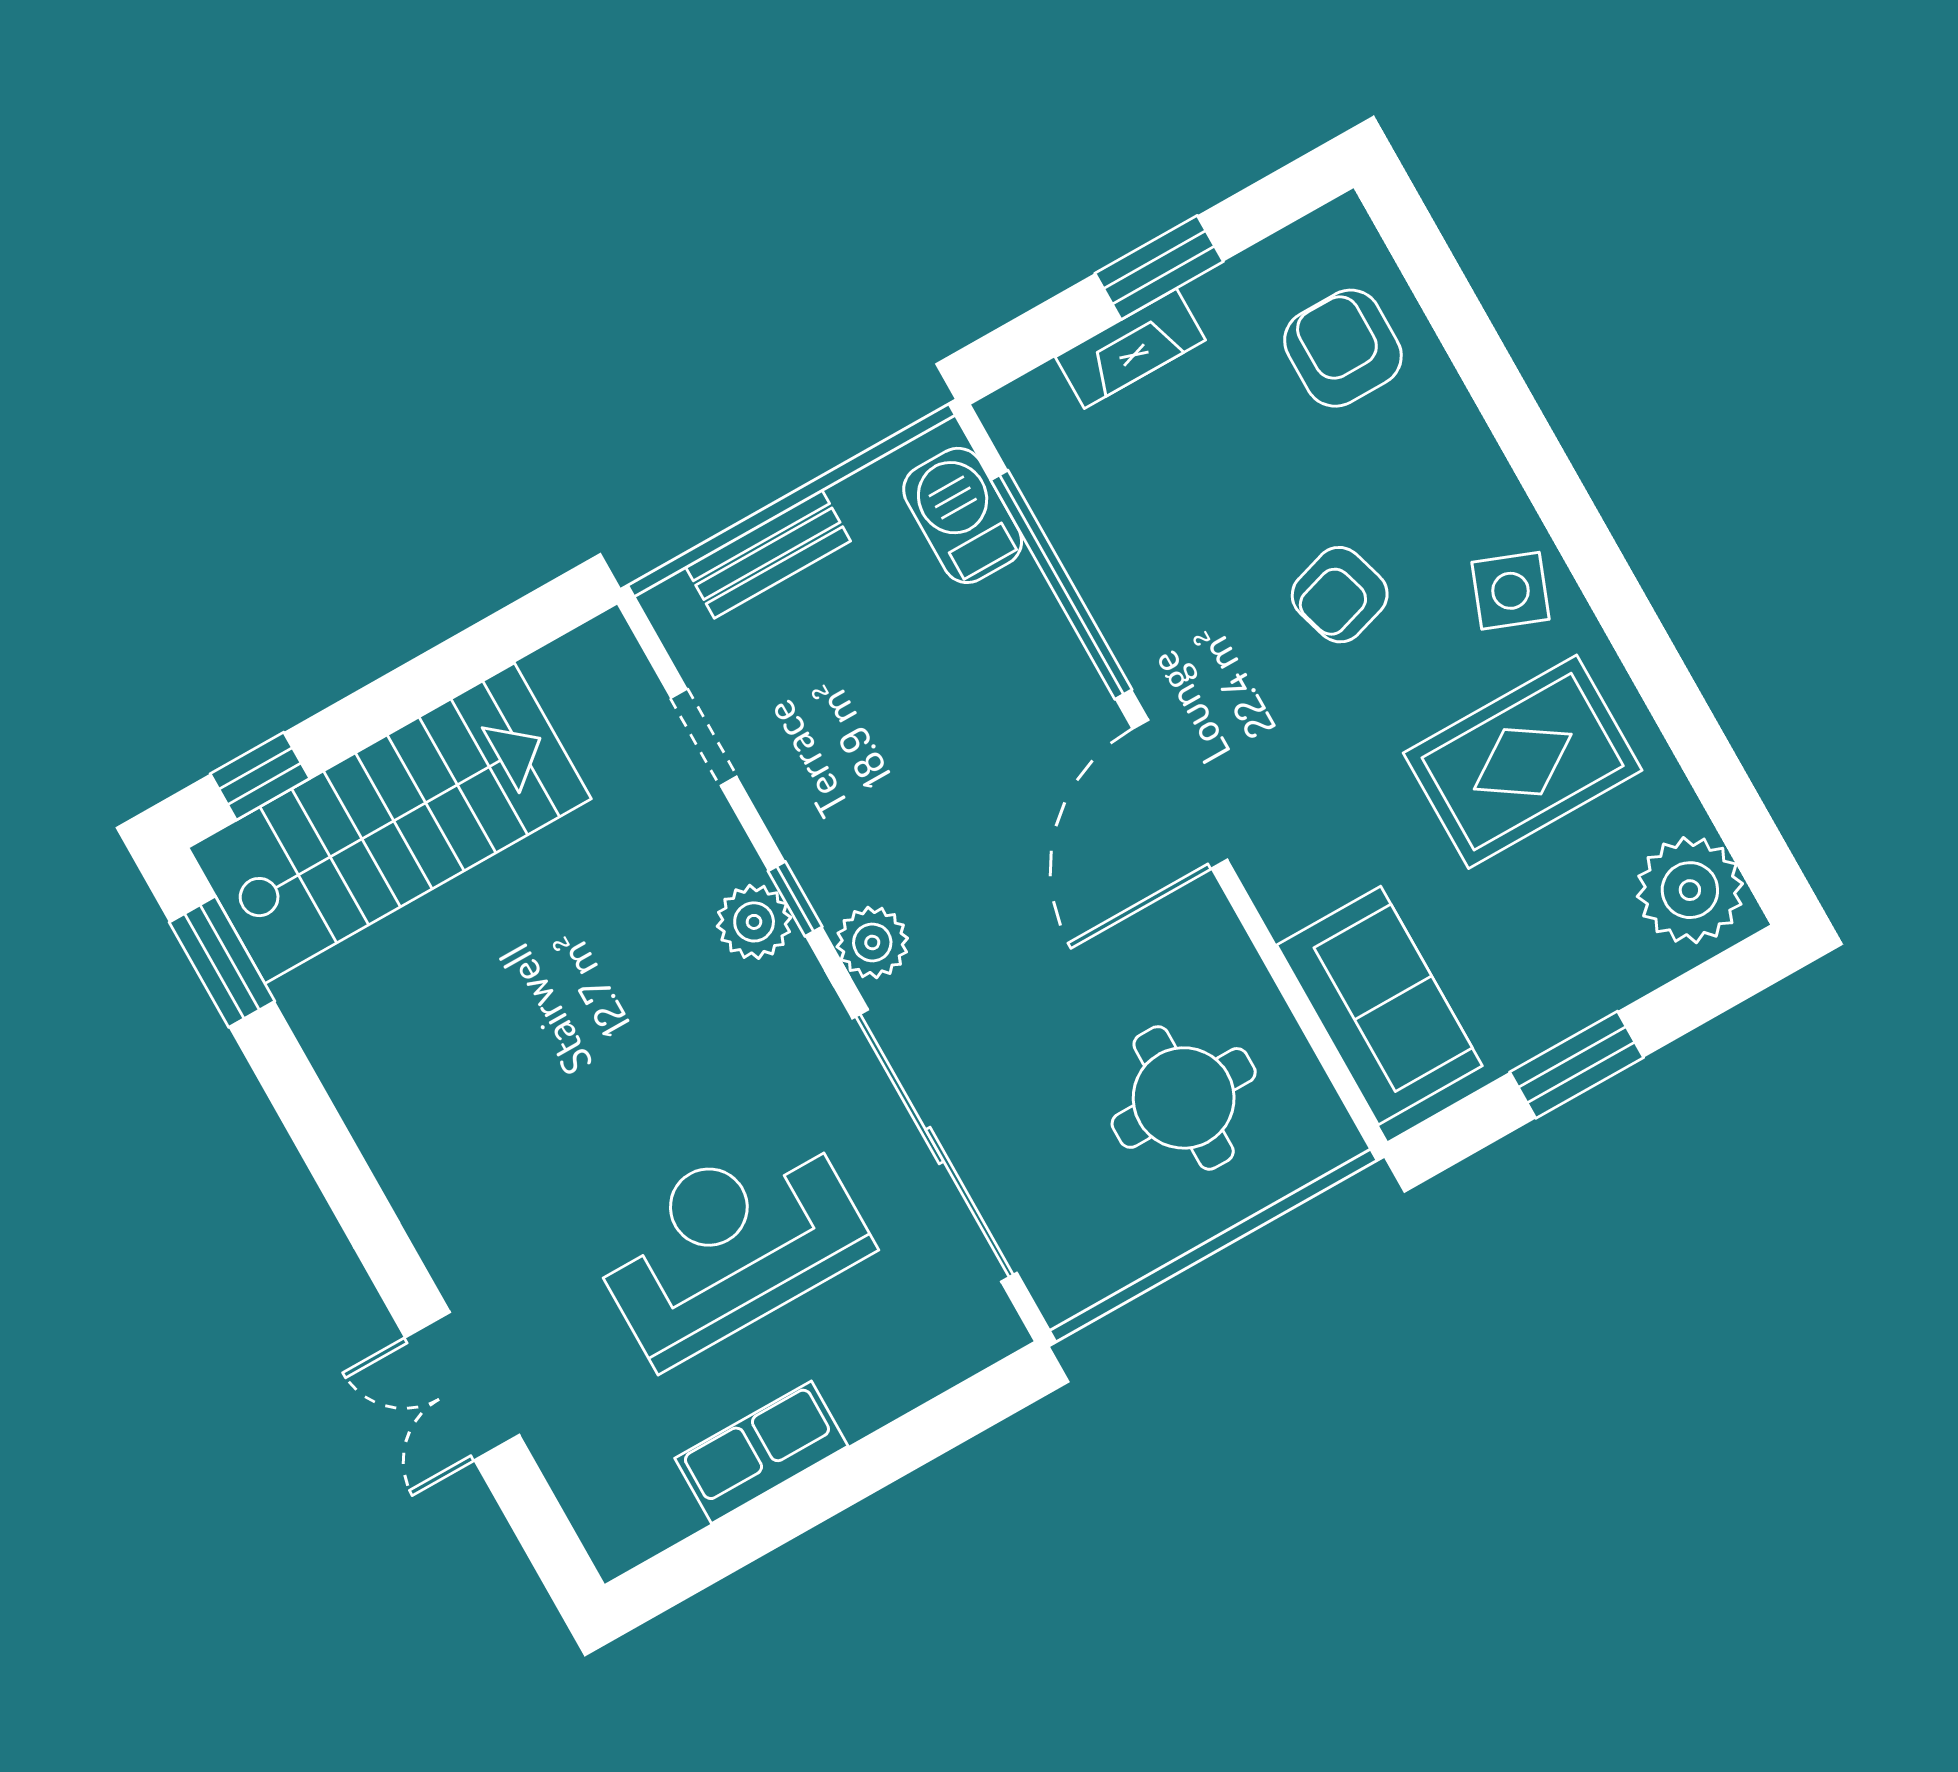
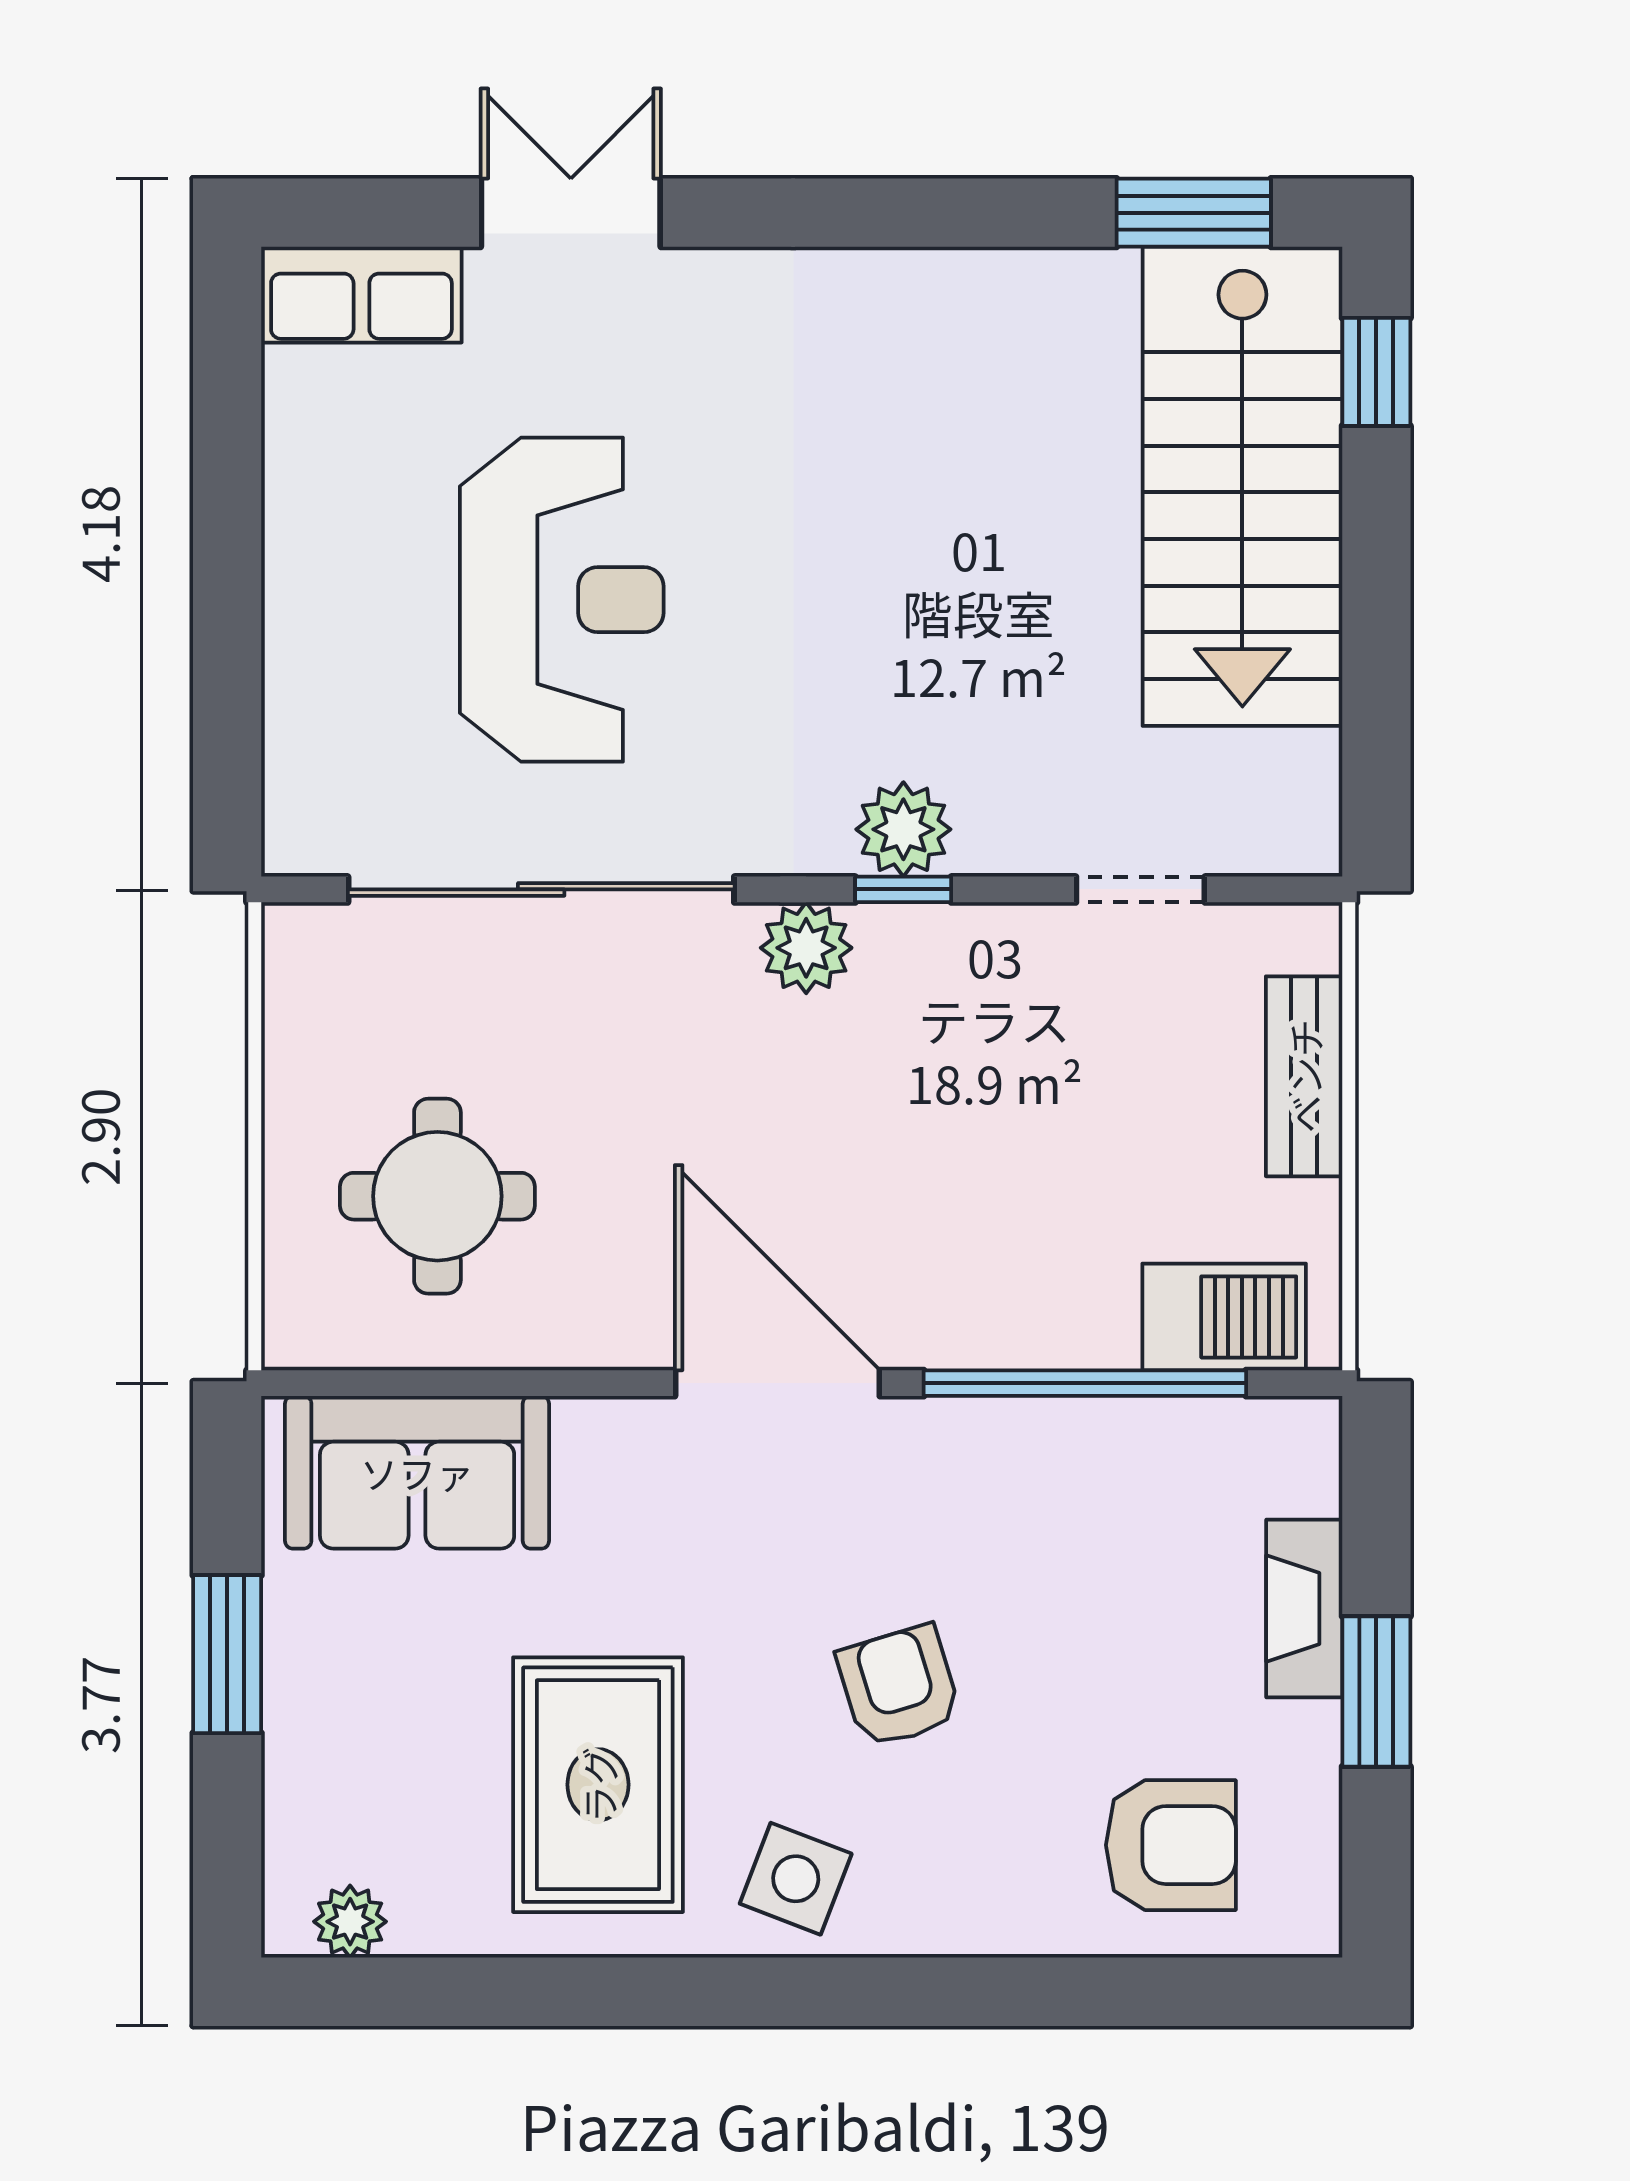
plant: (1690, 890) -> (350, 1922), width x0.53, depth x0.53
row of seats: (761, 1452) -> (361, 295), moved, turned 90

